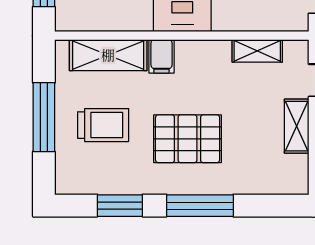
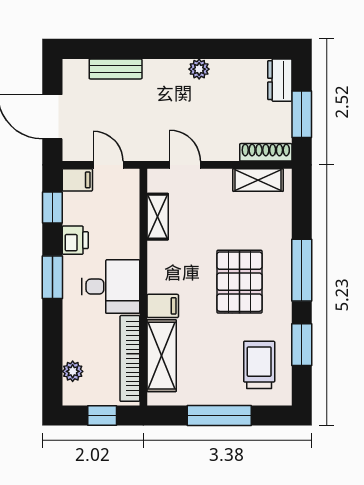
bookcase: (105, 21) -> (130, 358), added
trolley: (103, 125) -> (259, 365), moved
shelving: (297, 126) -> (258, 180), moved

